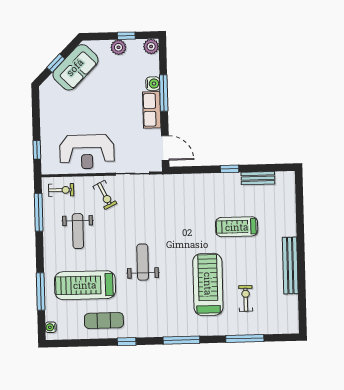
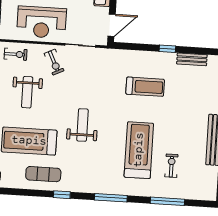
door: (165, 148) -> (112, 25), hinge flipped
treadmill: (237, 227) -> (145, 87), moved, turned 180

